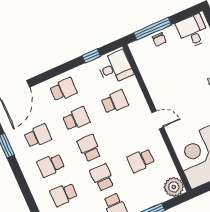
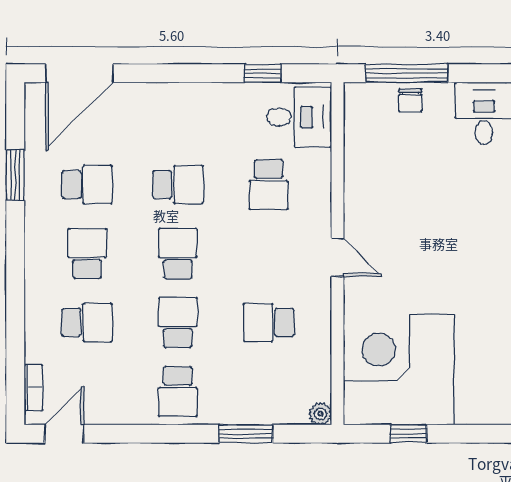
school desk: (63, 90) -> (178, 116), removed
school desk: (115, 102) -> (269, 185), turned 90
school desk: (51, 165) -> (87, 254), turned 90
plant: (174, 187) -> (320, 414), width x0.53, depth x0.53
school desk: (64, 194) -> (87, 323), turned 180

